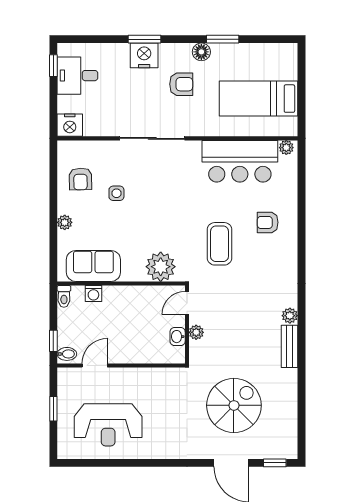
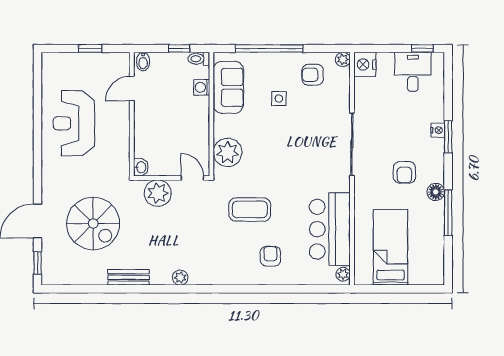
window: (223, 39) -> (448, 213), width x1.44
nightstand: (144, 55) -> (438, 130), width x0.53, depth x0.56
side table: (116, 193) -> (279, 99), moved
plant: (65, 222) -> (343, 59), moved
window: (53, 224) -> (269, 48), added
plant: (196, 332) -> (158, 193), width x1.87, depth x1.87
washbasin: (178, 337) -> (141, 167), moved, turned 90
window: (53, 341) -> (179, 48), moved
bench: (290, 346) -> (128, 277), moved
door: (95, 365) -> (132, 89), swing flipped
reception desk: (108, 425) -> (74, 123), moved

